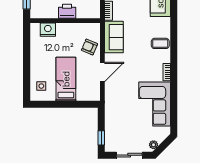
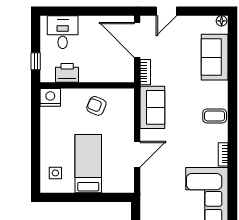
printer: (67, 11) -> (67, 73), moved
nightstand: (48, 30) -> (50, 97), moved
armchair: (89, 47) -> (96, 106), moved

